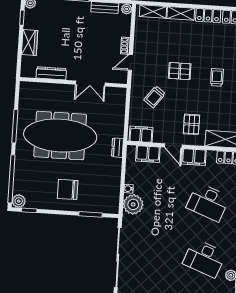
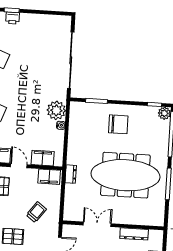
dresser: (117, 148) -> (71, 174), moved

